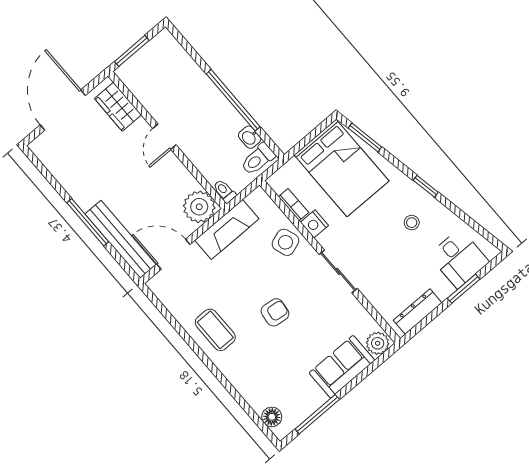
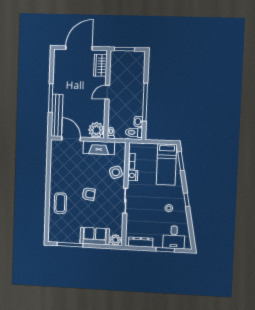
bed: (342, 168) -> (166, 164), width x0.67
coffee table: (215, 330) -> (60, 203), moved
floor lamp: (272, 417) -> (53, 230), removed

